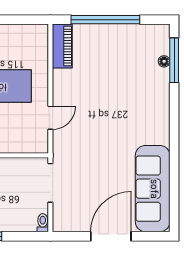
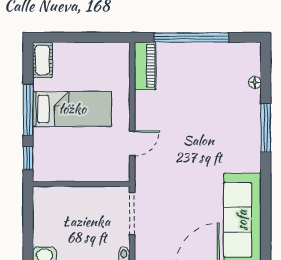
window: (174, 60) -> (266, 128), moved

